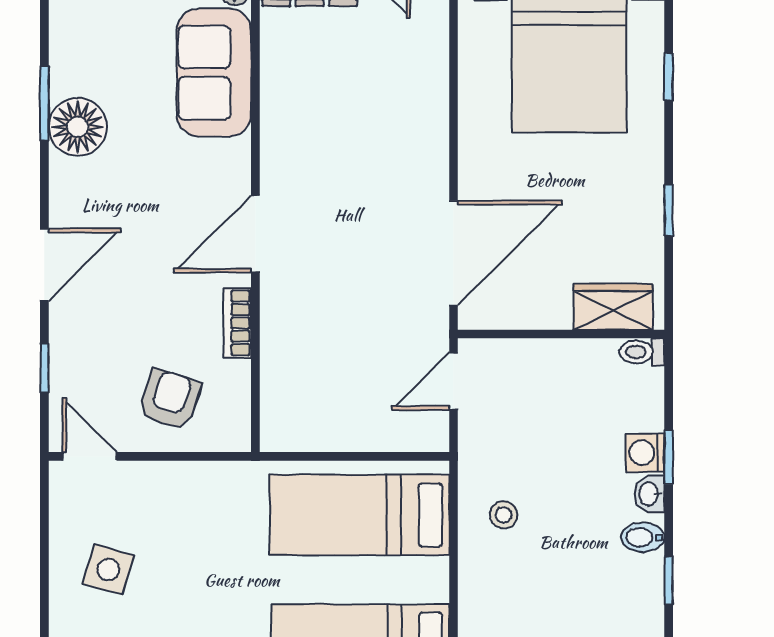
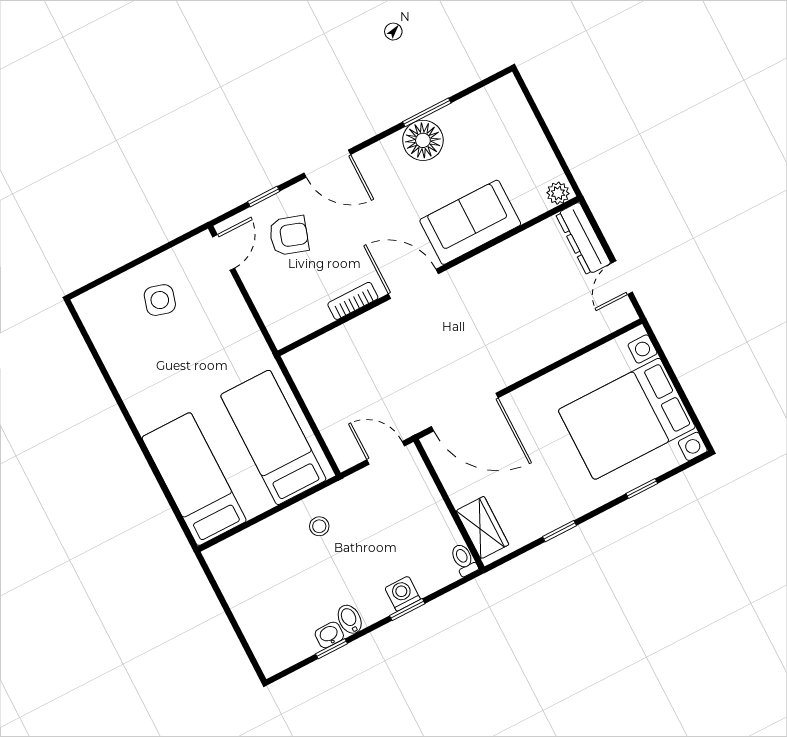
sofa: (214, 73) -> (470, 222), moved
armchair: (170, 399) -> (289, 236), moved
washbasin: (649, 494) -> (329, 635), moved

